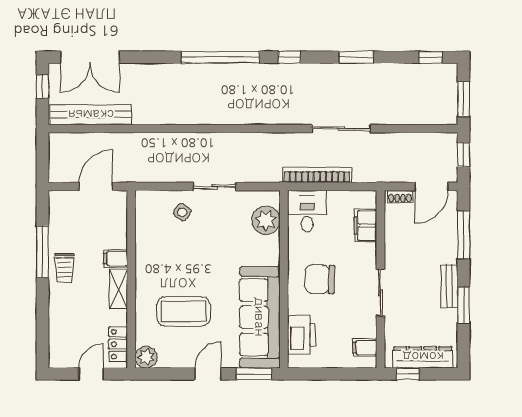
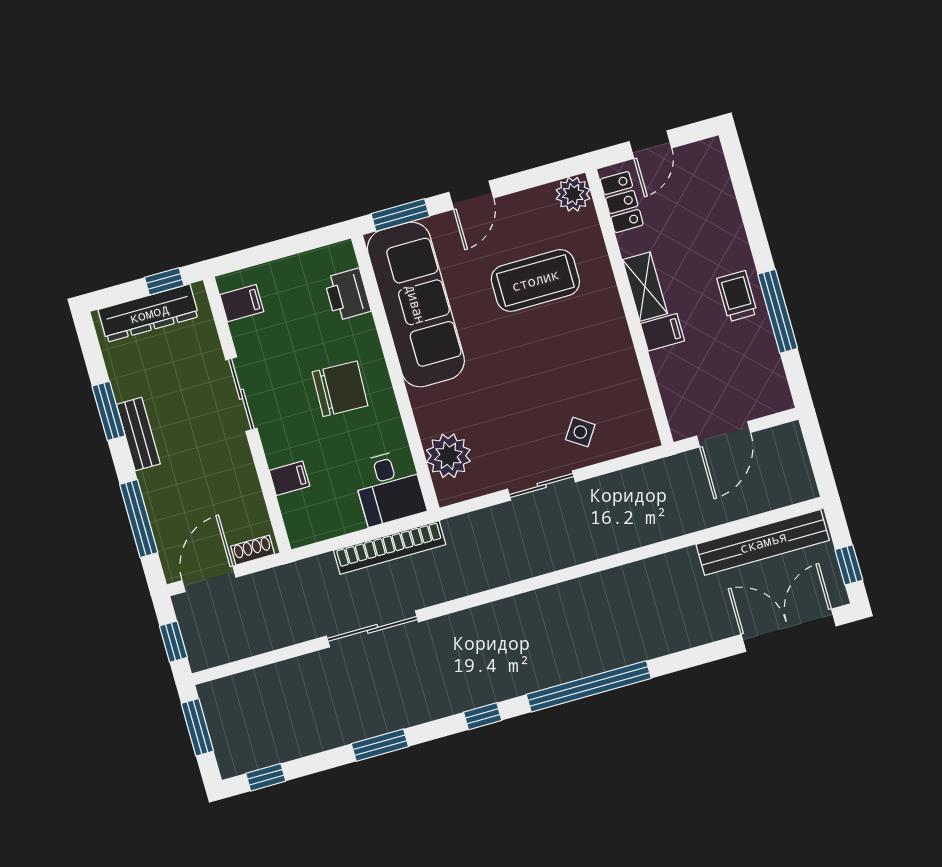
filing cabinet: (366, 226) -> (289, 478), width x0.50
printer: (302, 335) -> (347, 295), width x0.73, depth x0.84

